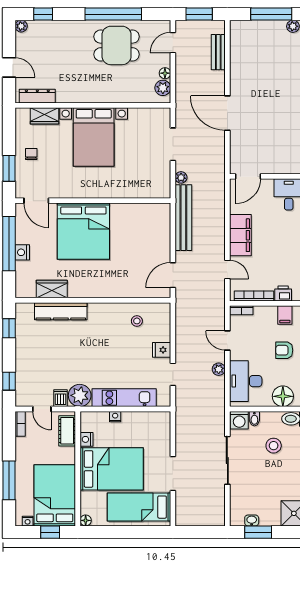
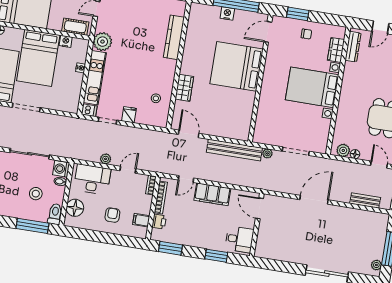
wardrobe: (52, 289) -> (184, 88), moved
dishwasher: (61, 398) -> (89, 110), moved

